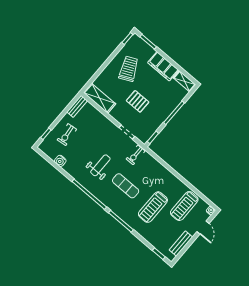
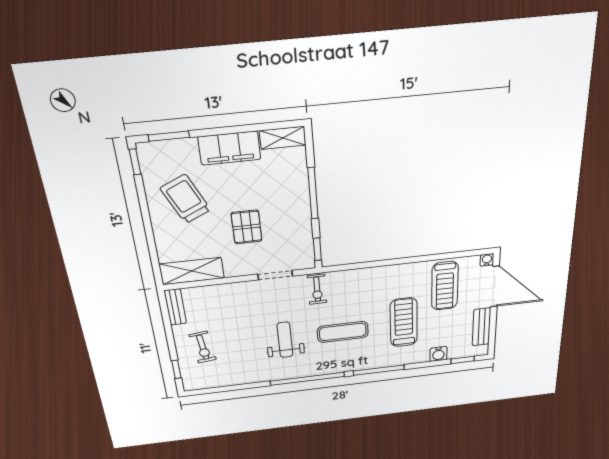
pallet: (138, 101) -> (247, 227), turned 90
water cooler: (60, 161) -> (438, 354), moved
treadmill: (153, 207) -> (404, 322), turned 180
door: (203, 228) -> (495, 286), width x1.88

